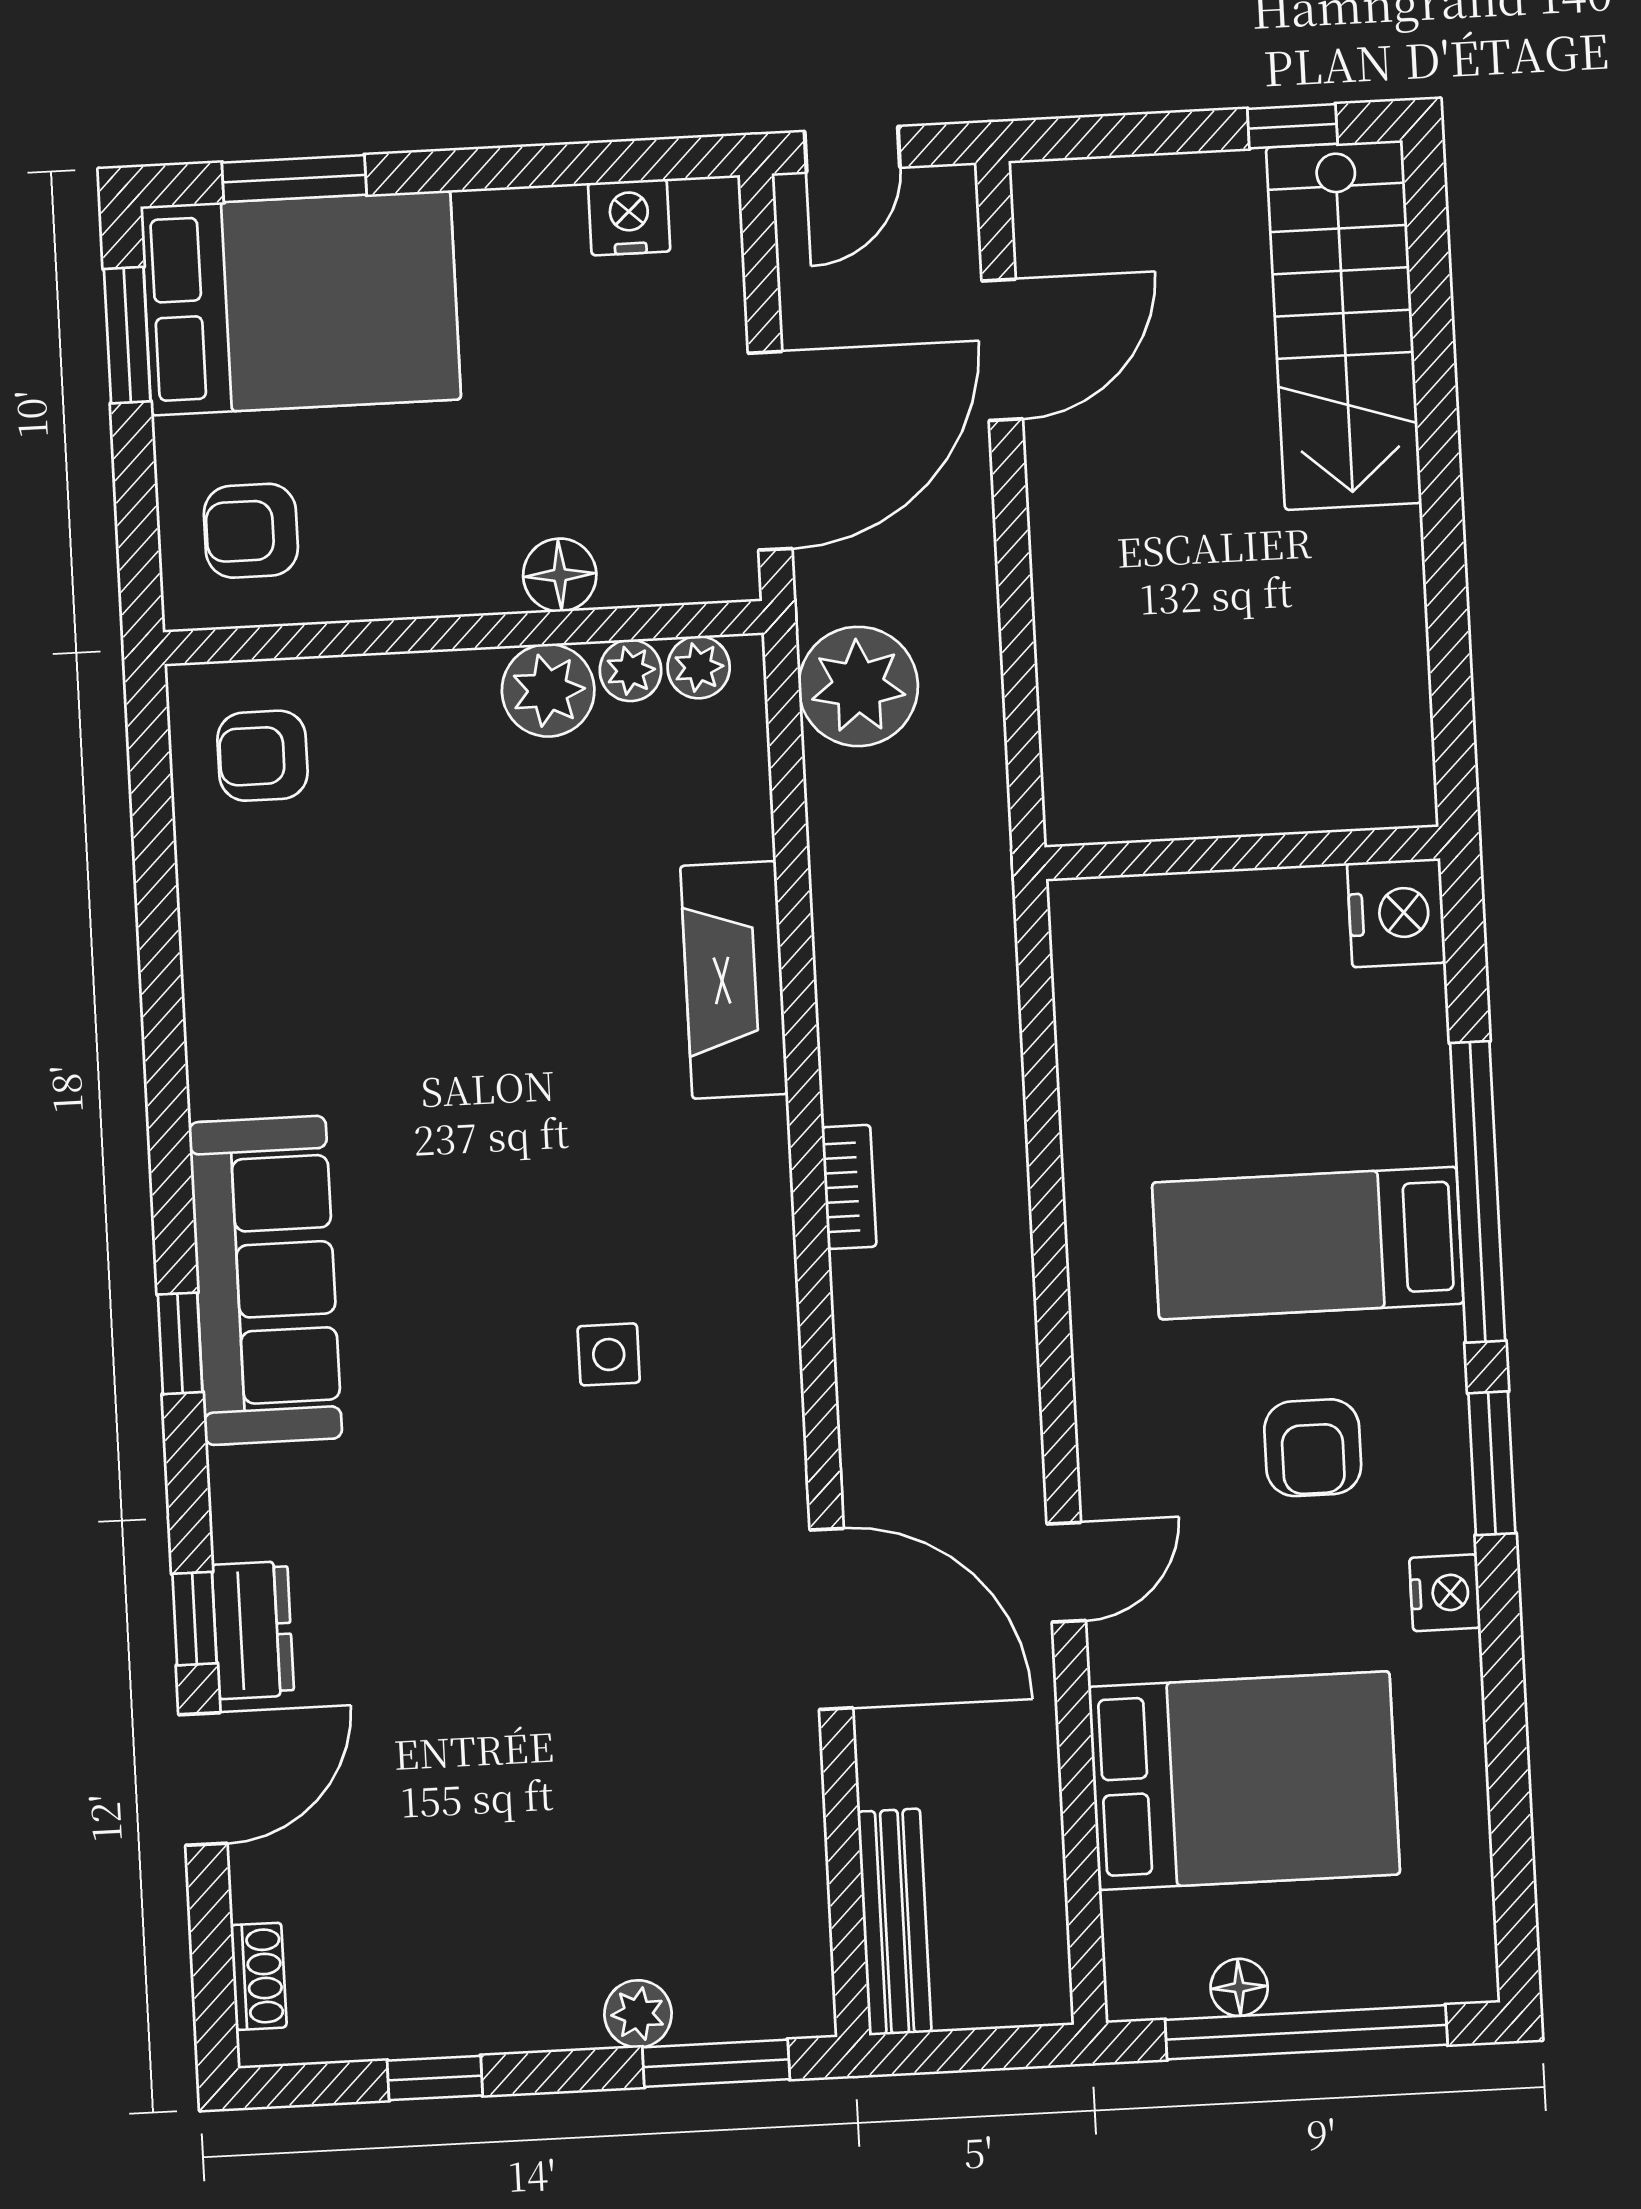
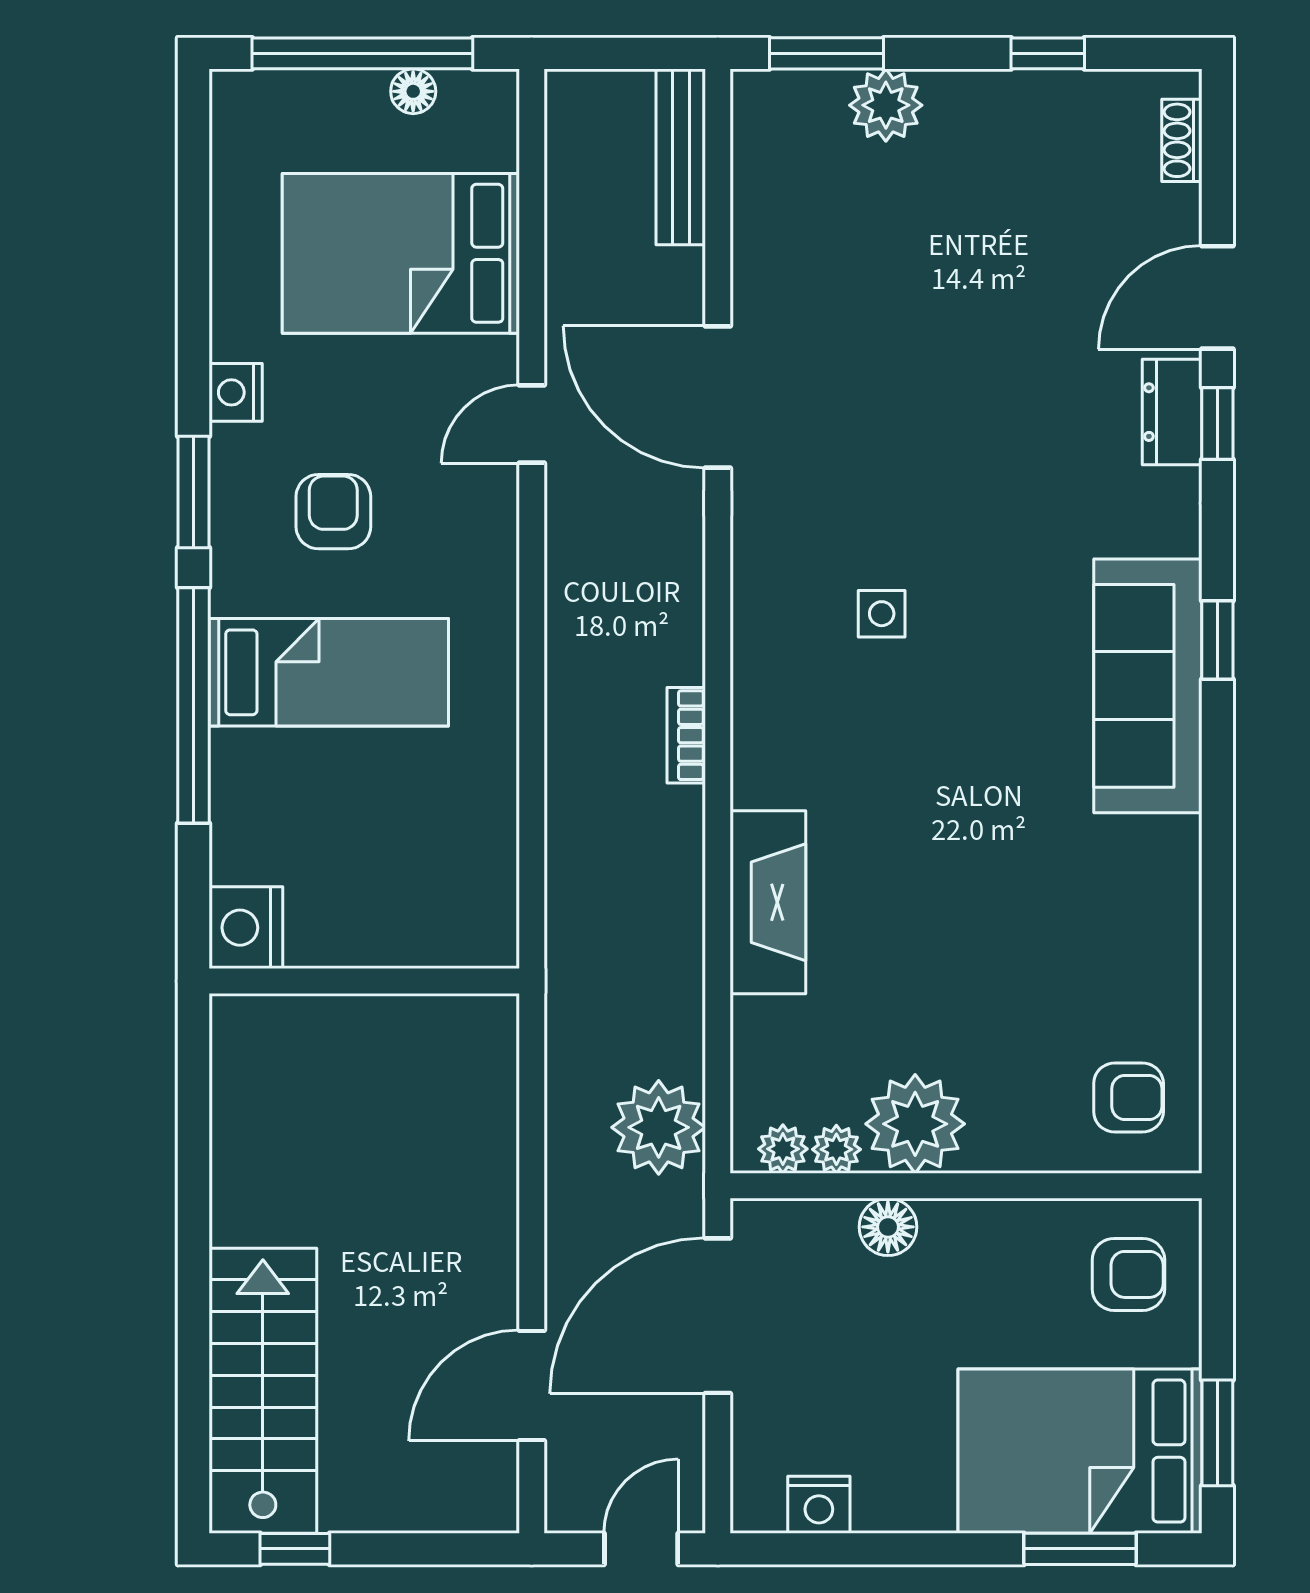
plant: (548, 690) -> (915, 1124), width x1.36, depth x1.36
plant: (638, 2014) -> (886, 105), width x1.38, depth x1.38

